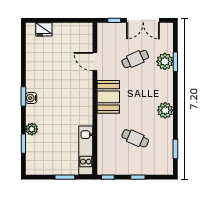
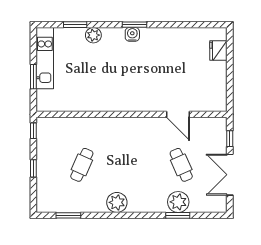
door: (95, 62) -> (178, 114), swing flipped
booth: (108, 97) -> (134, 131), removed
kitchen unit: (86, 150) -> (45, 58), moved, turned 90

